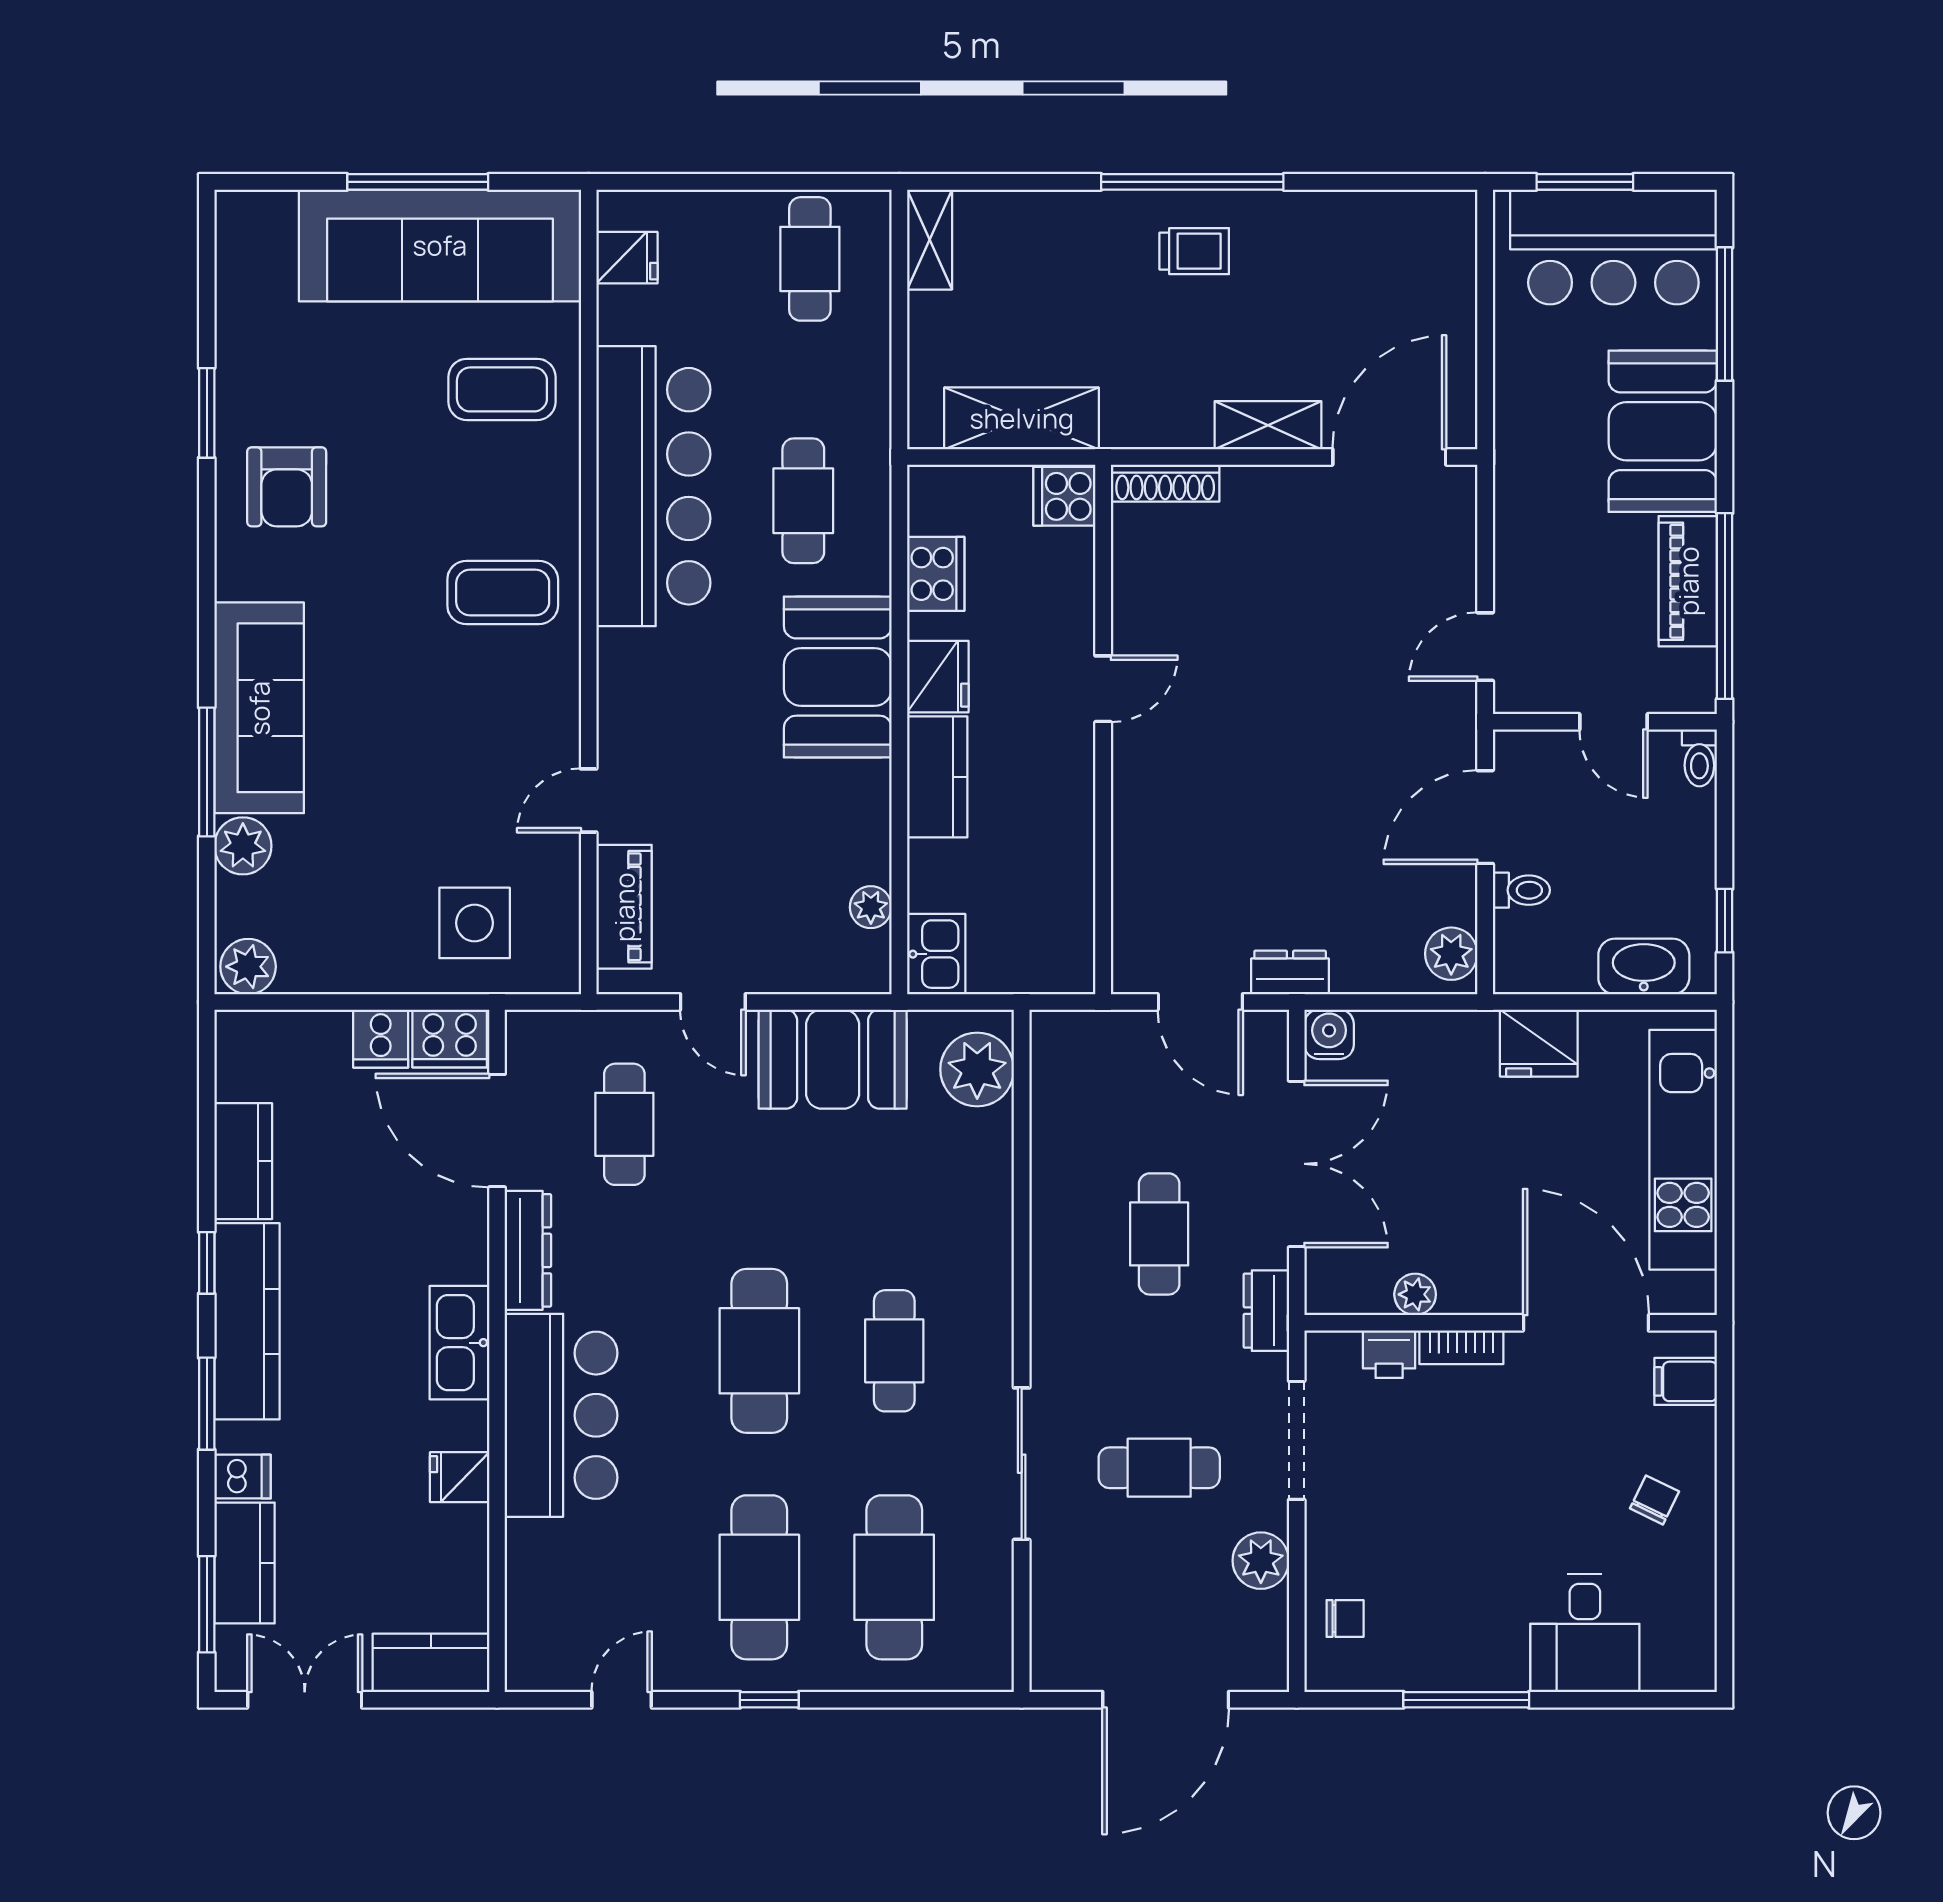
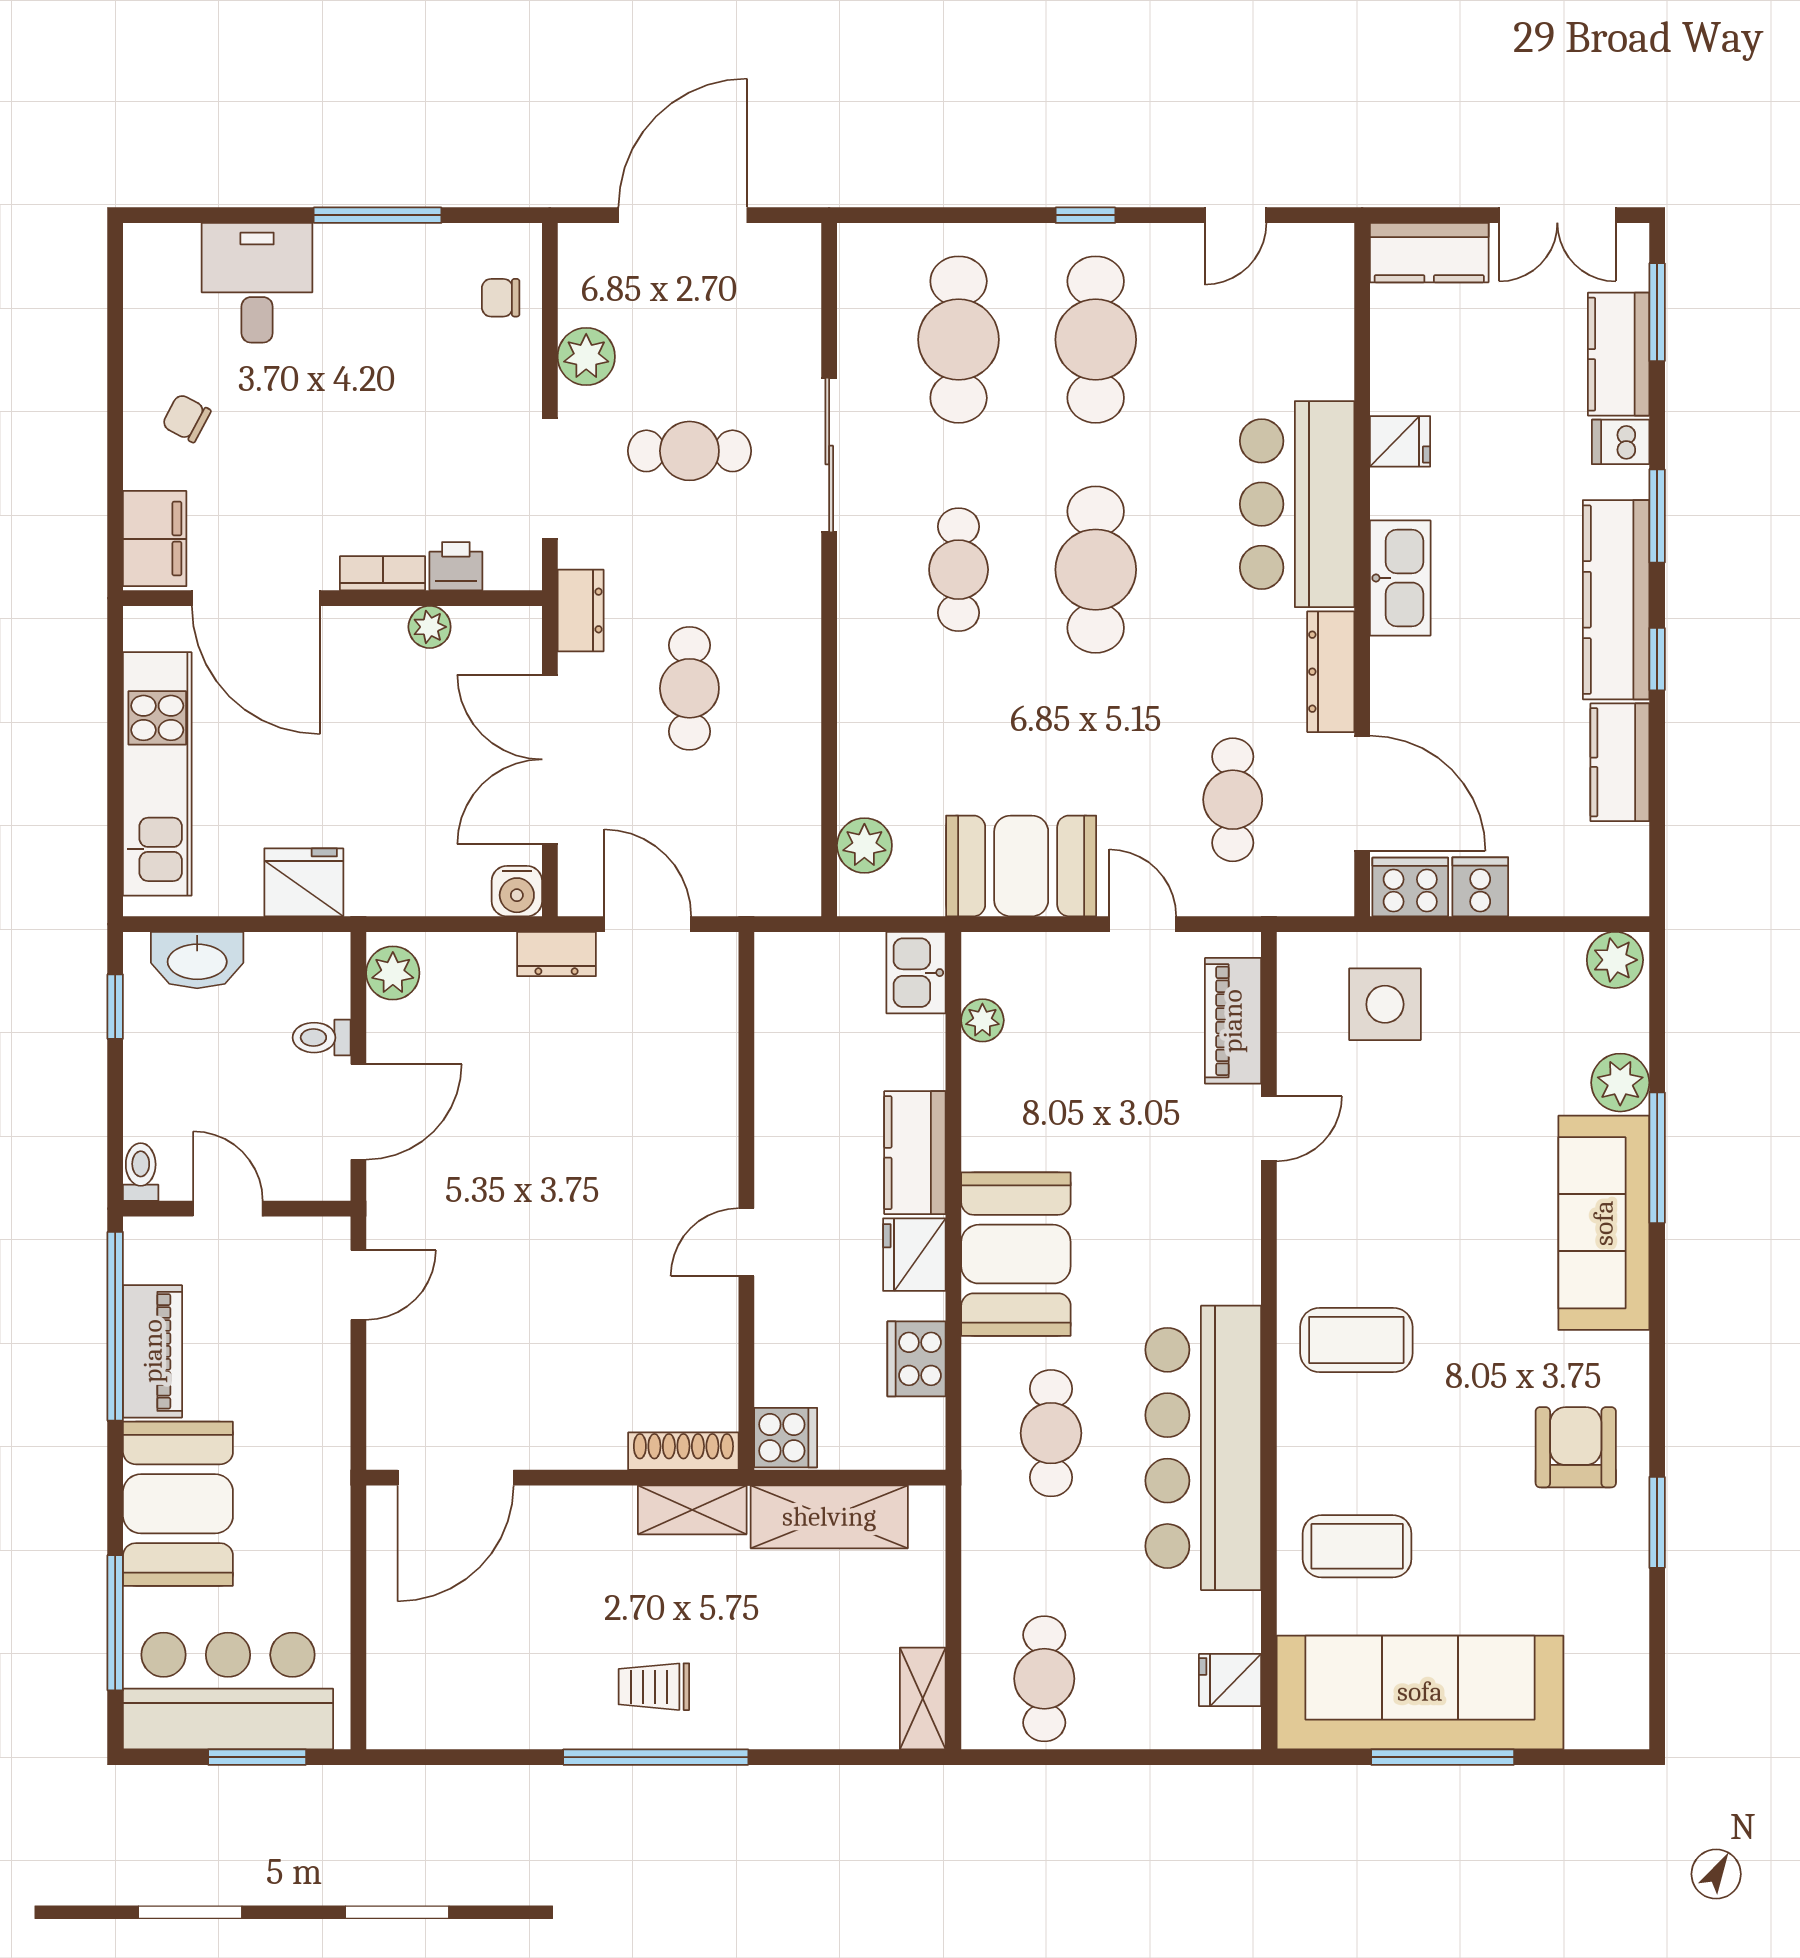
shelving: (1268, 425) -> (692, 1510), moved
plant: (977, 1069) -> (864, 845), width x0.73, depth x0.73
filing cabinet: (1686, 1381) -> (155, 539), width x2.00
chair: (1654, 1500) -> (186, 418), turned 92

